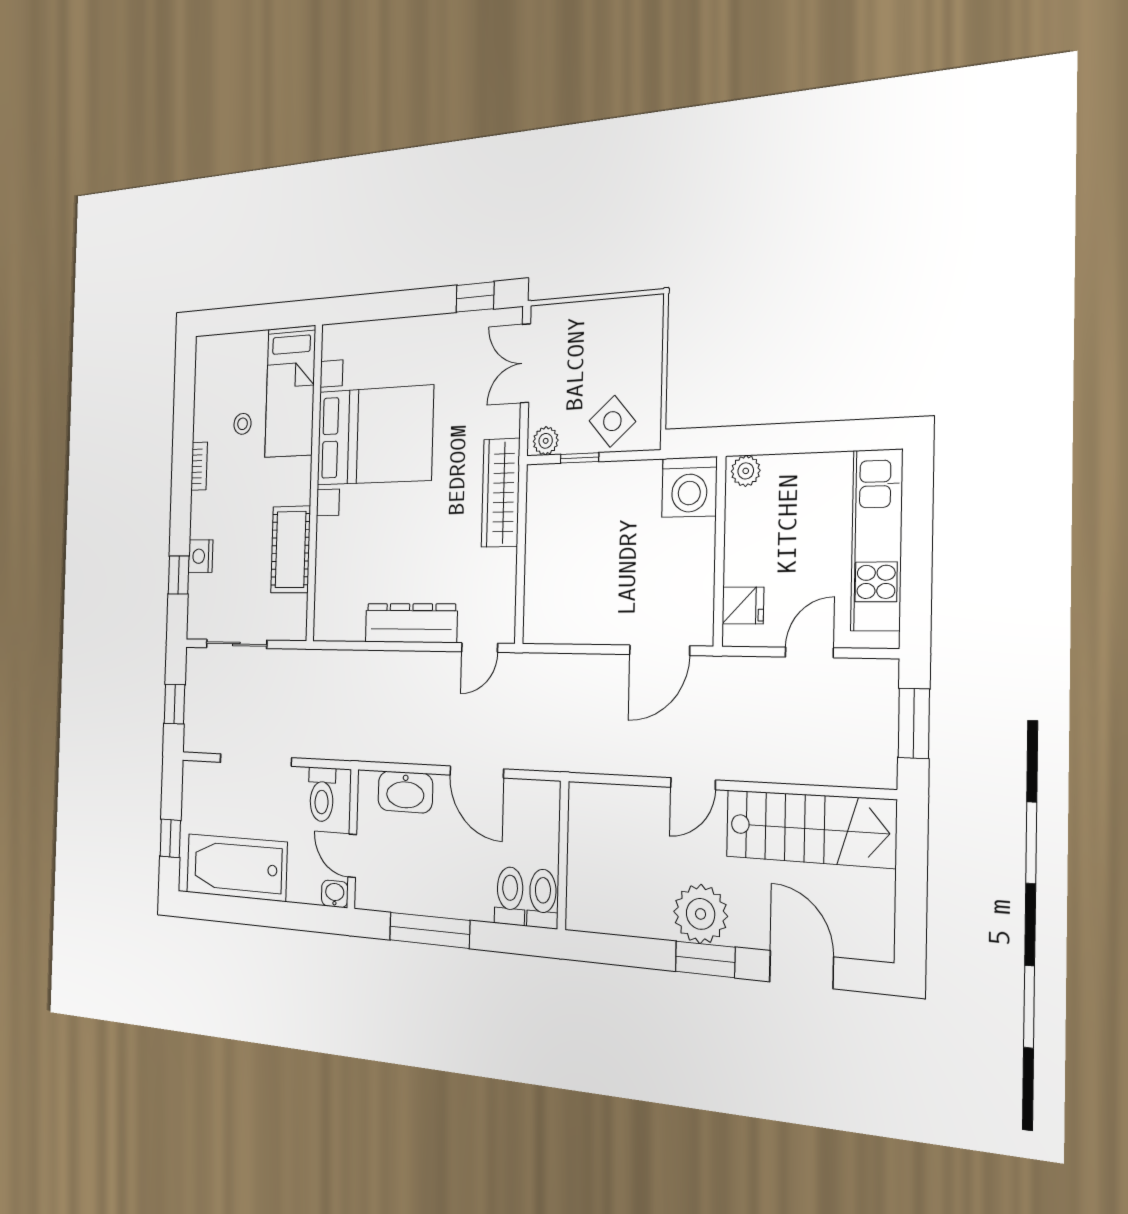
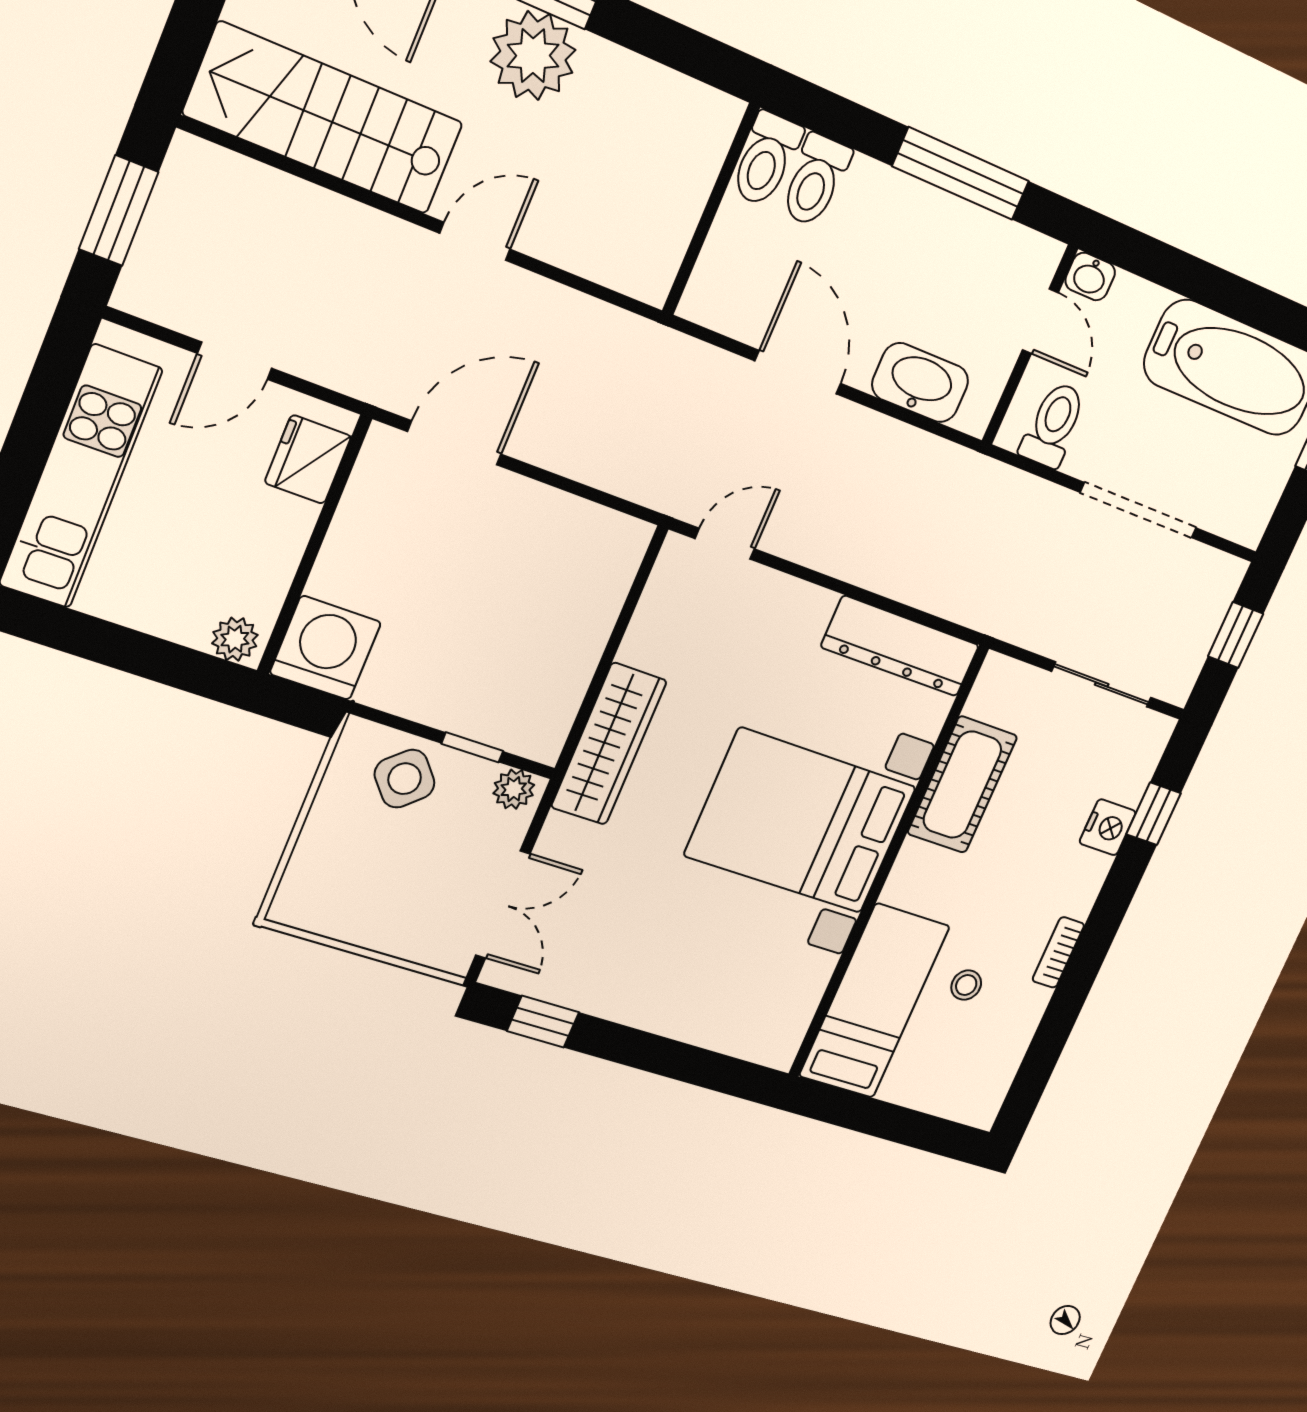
bed with nightstands: (375, 435) -> (801, 821), moved
fridge: (743, 605) -> (308, 459), width x1.38
dresser: (411, 623) -> (900, 646), moved

